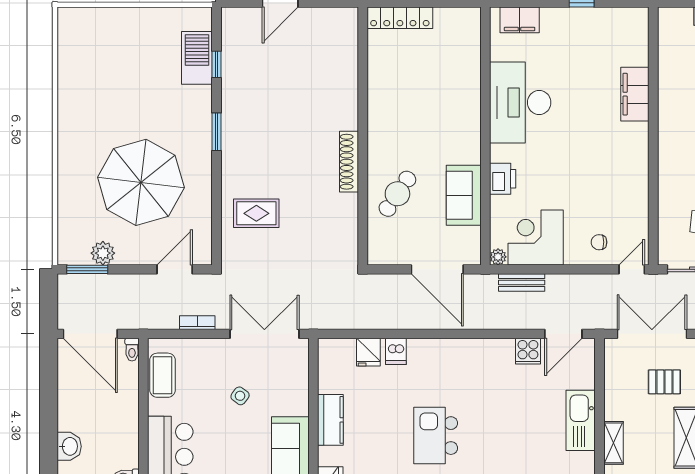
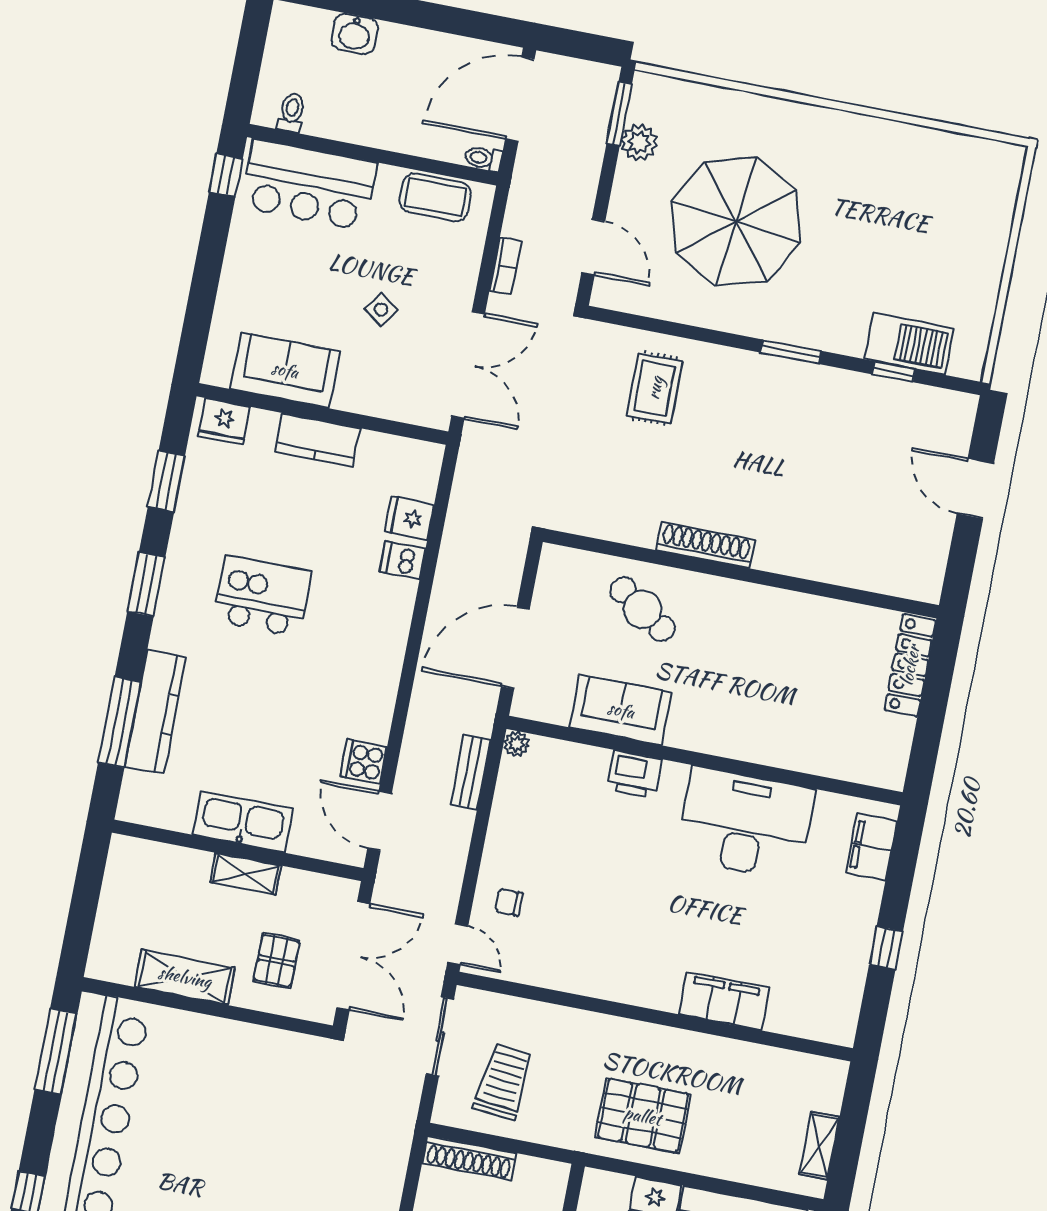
corner desk: (536, 238) -> (535, 807), removed
chair: (599, 242) -> (509, 902), turned -90
shelving: (613, 443) -> (246, 874), moved

